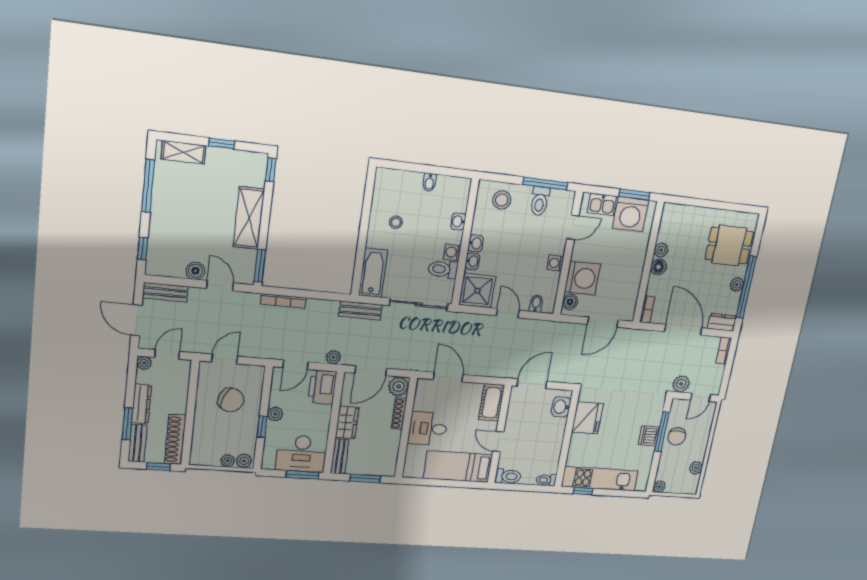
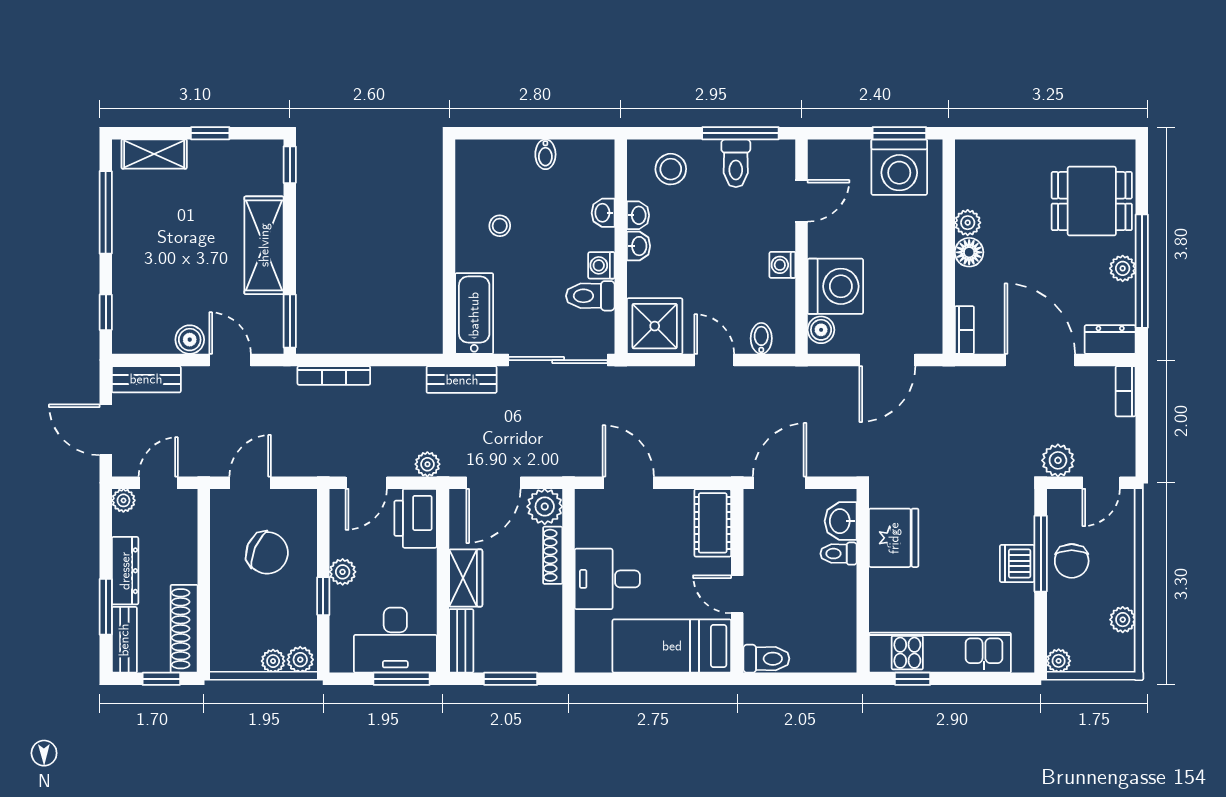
kitchen sink: (602, 205) -> (845, 156), removed
washbasin: (472, 261) -> (638, 215), moved
toilet: (546, 480) -> (839, 554), moved

